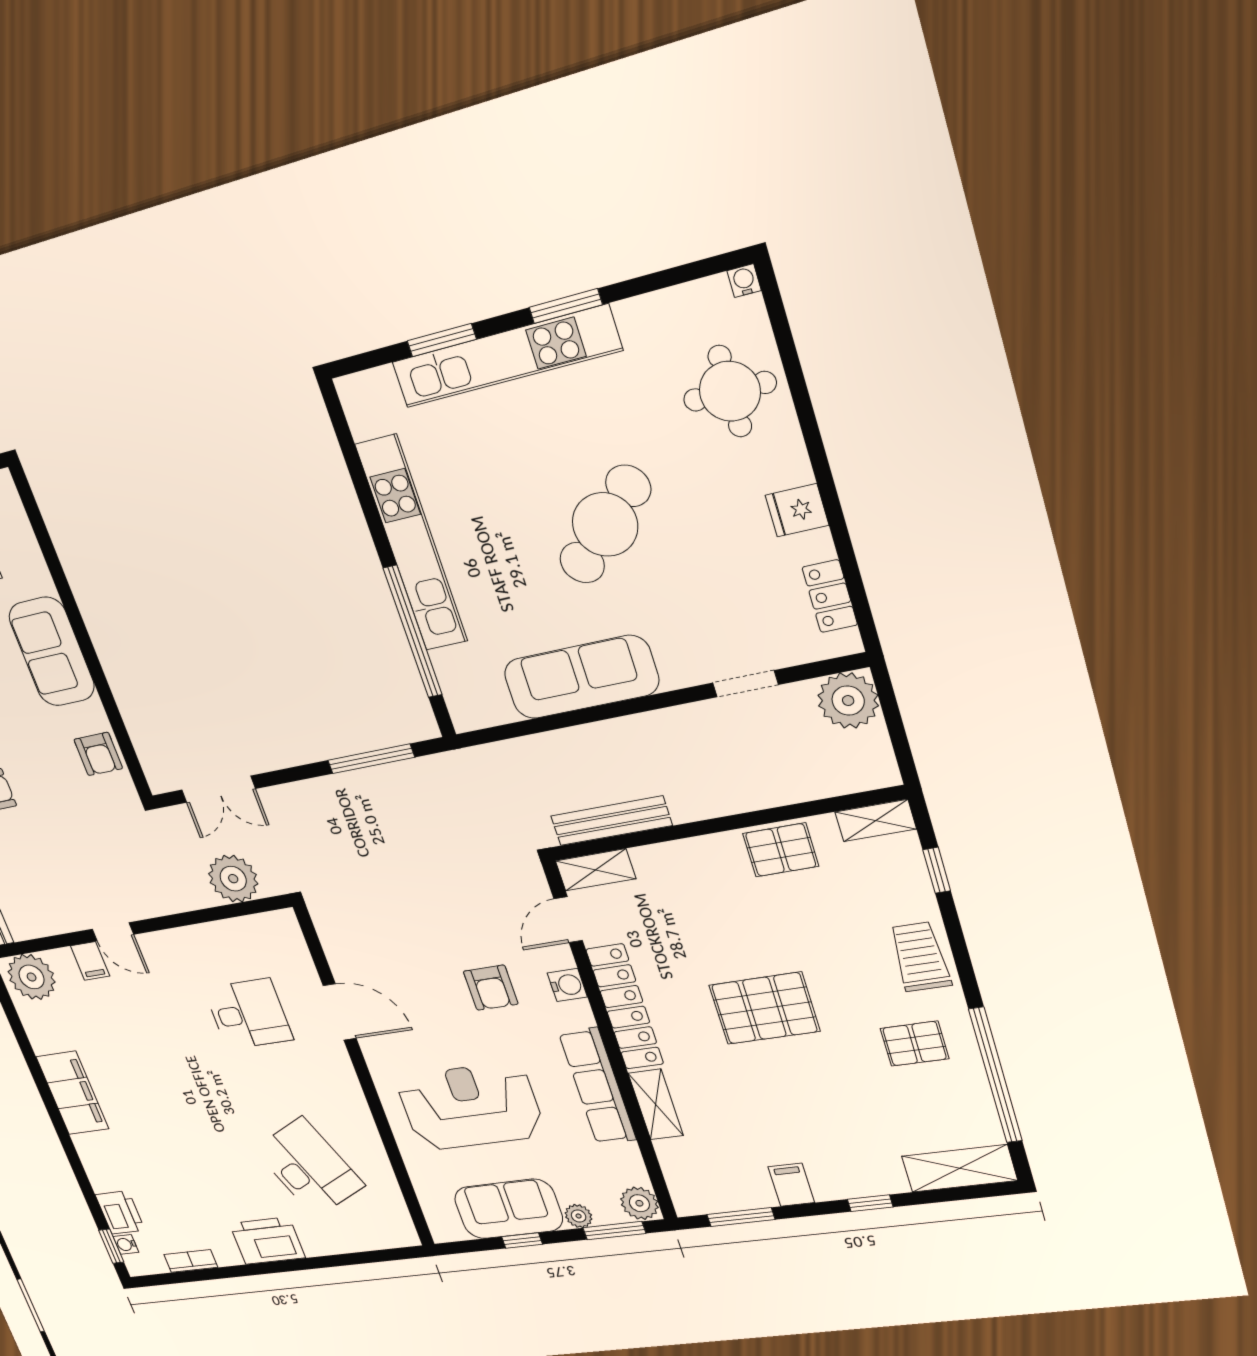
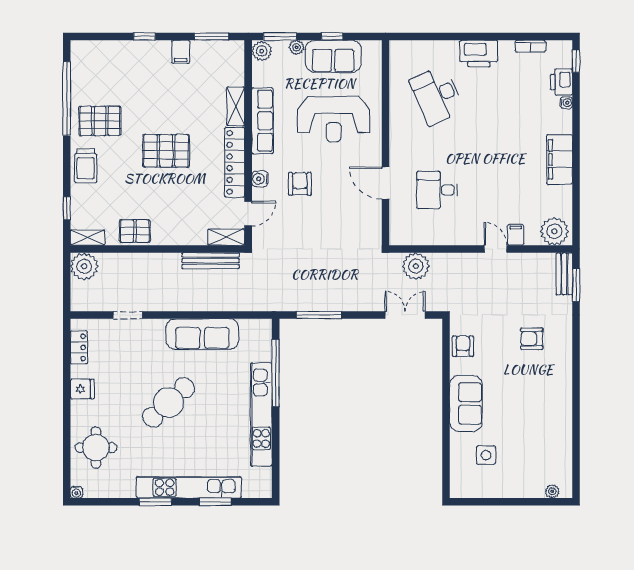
plant: (848, 701) -> (84, 266), moved
pallet: (915, 1044) -> (100, 121), width x1.50, depth x1.42
shelving: (959, 1168) -> (96, 50), removed
water cooler: (126, 1244) -> (566, 103), moved

